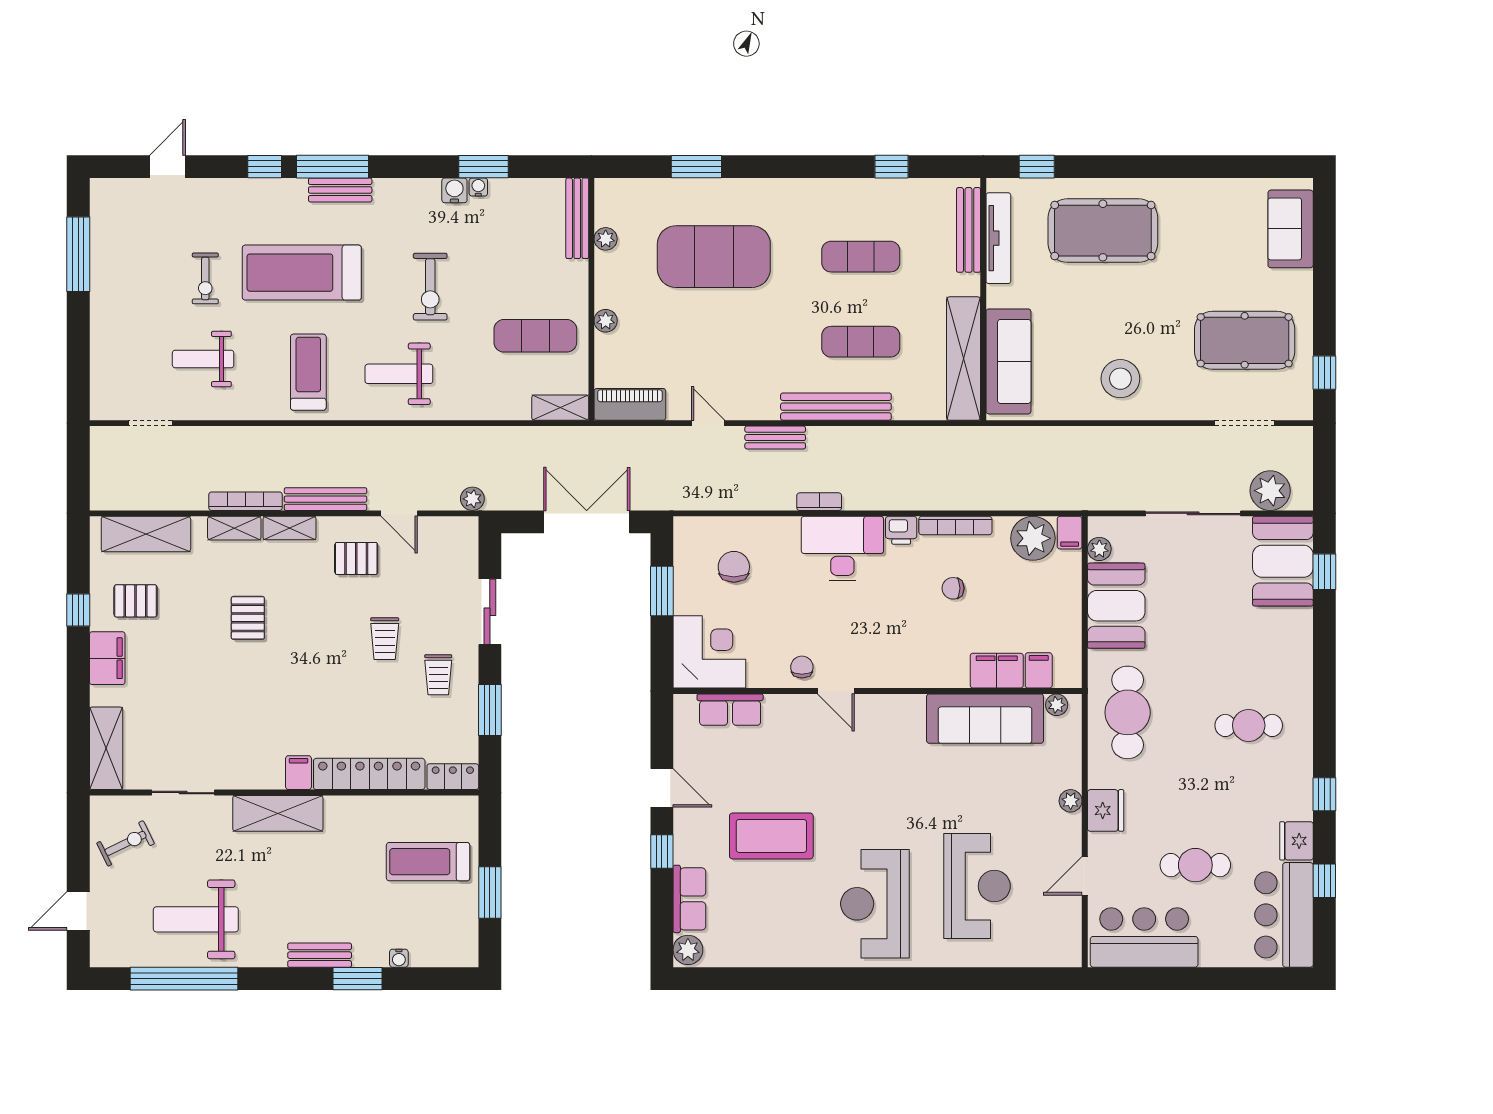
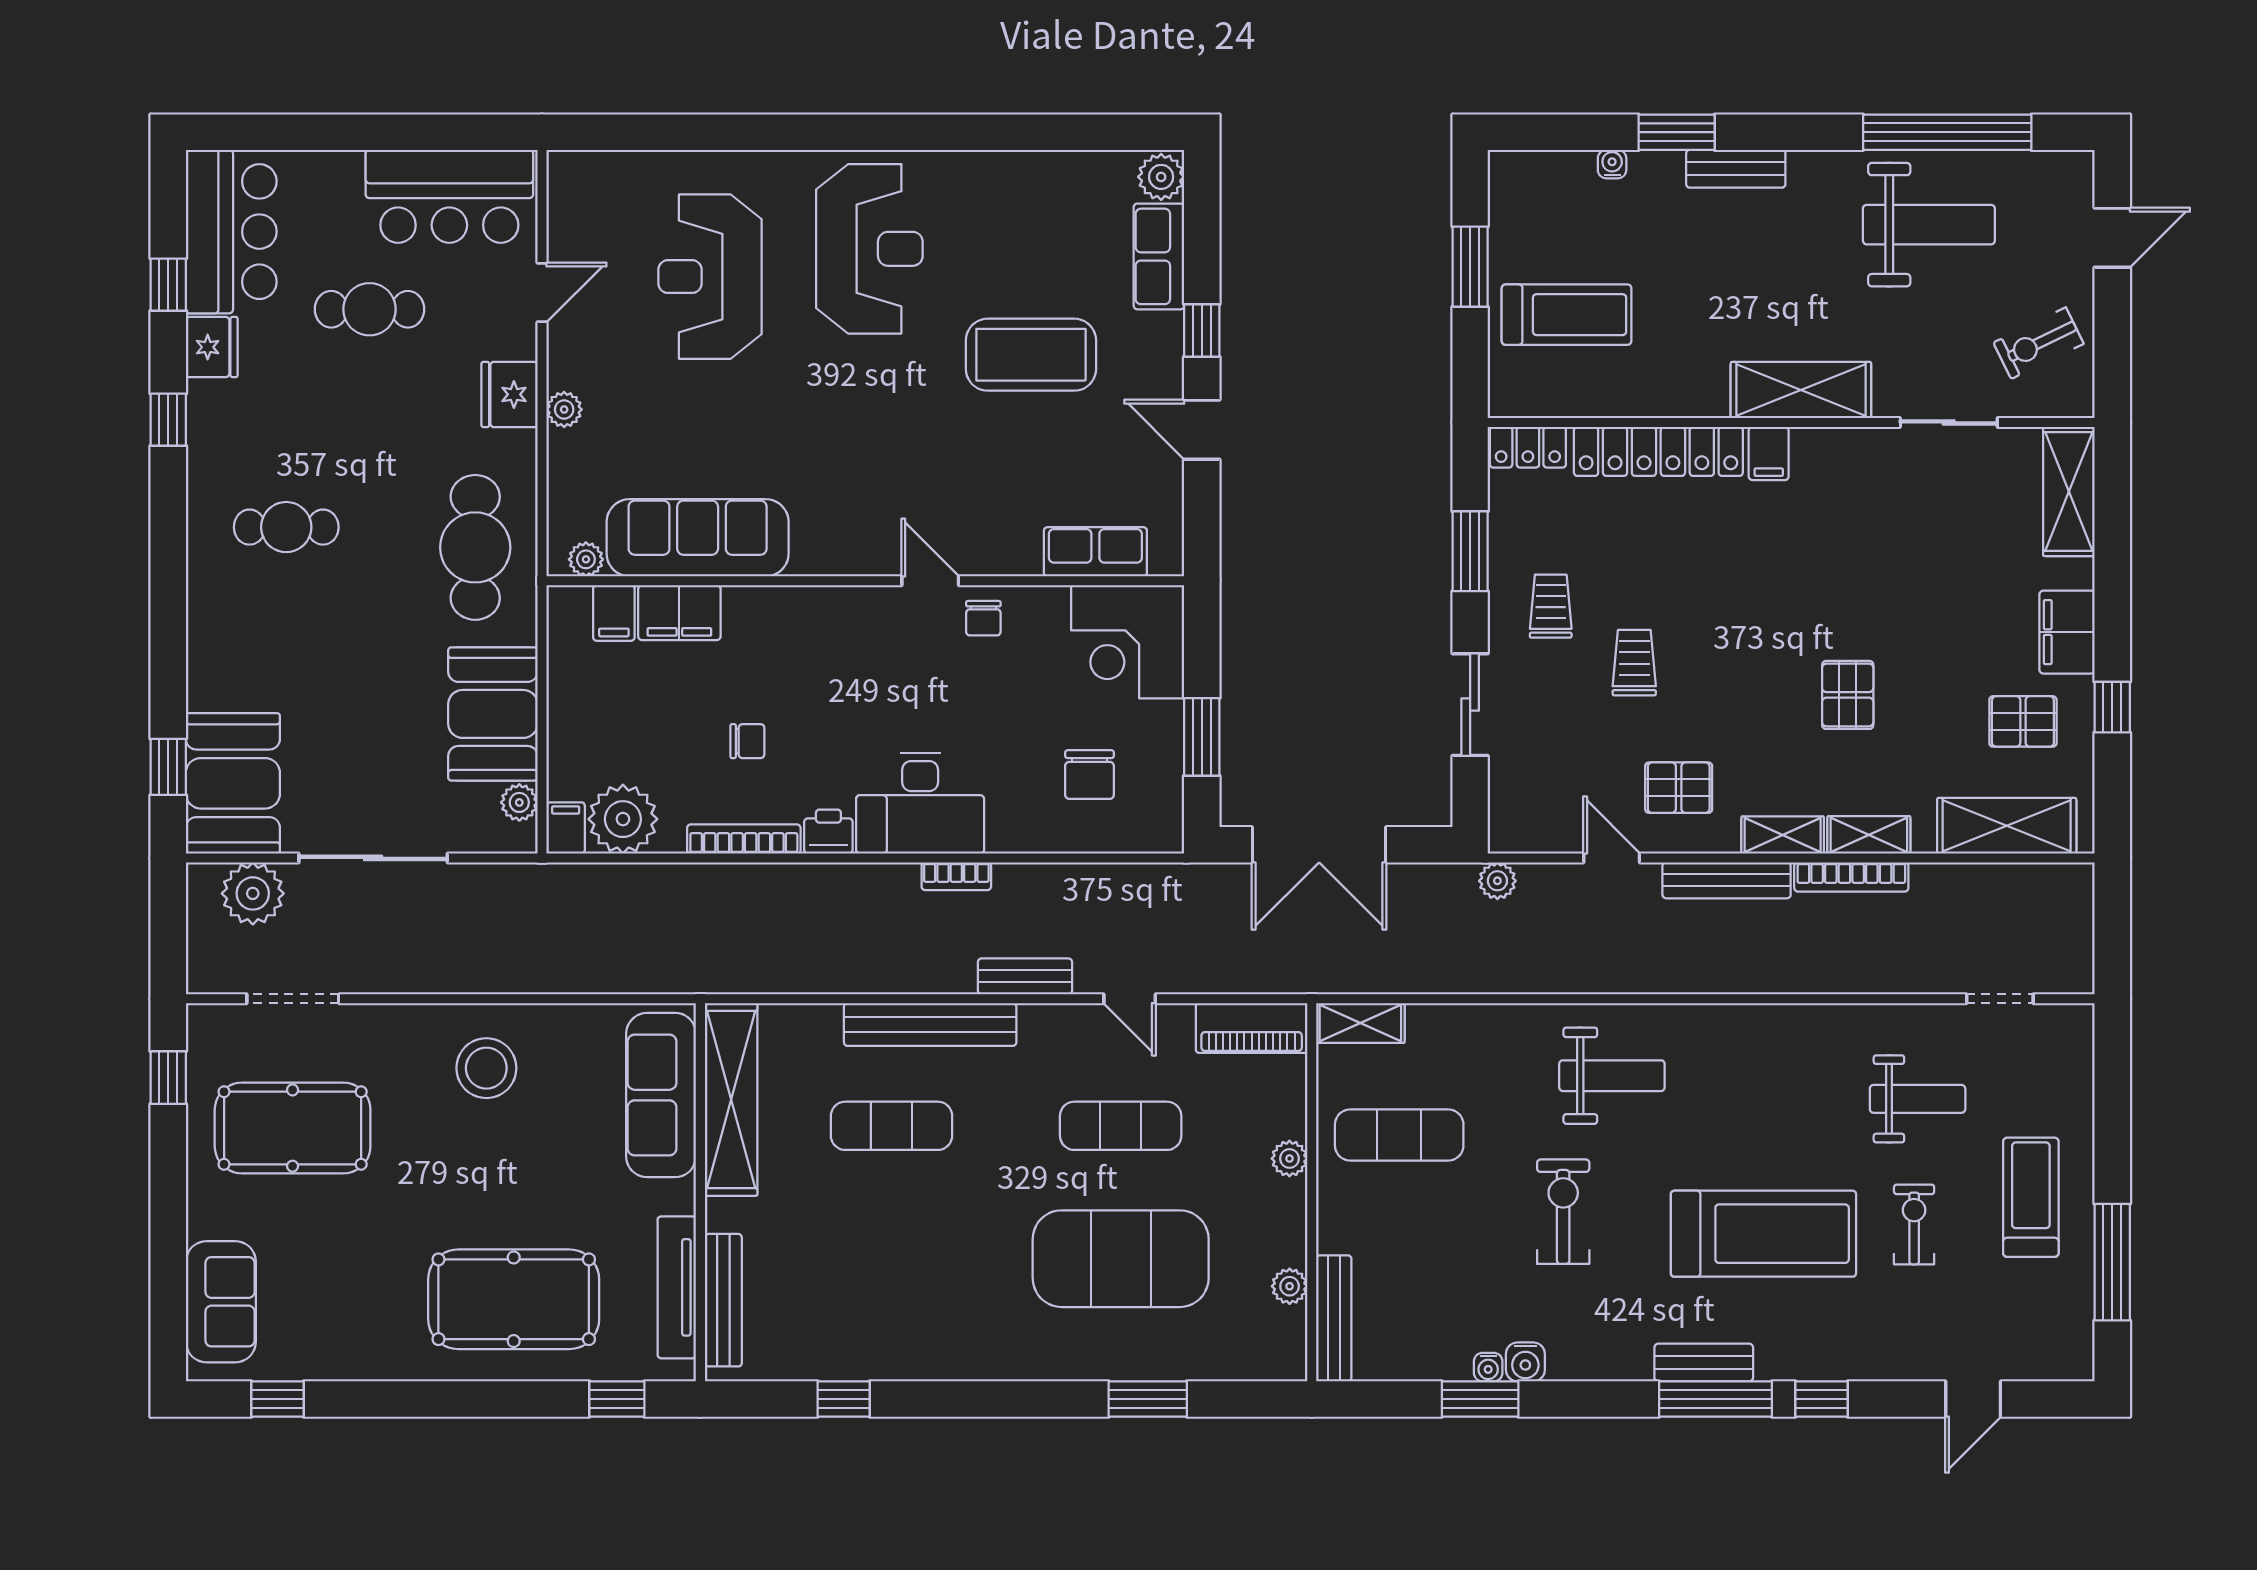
window: (1254, 167) -> (278, 1399), added
exercise mat: (861, 257) -> (1121, 1126), moved
treadmill: (308, 372) -> (2031, 1197), moved, turned 180

